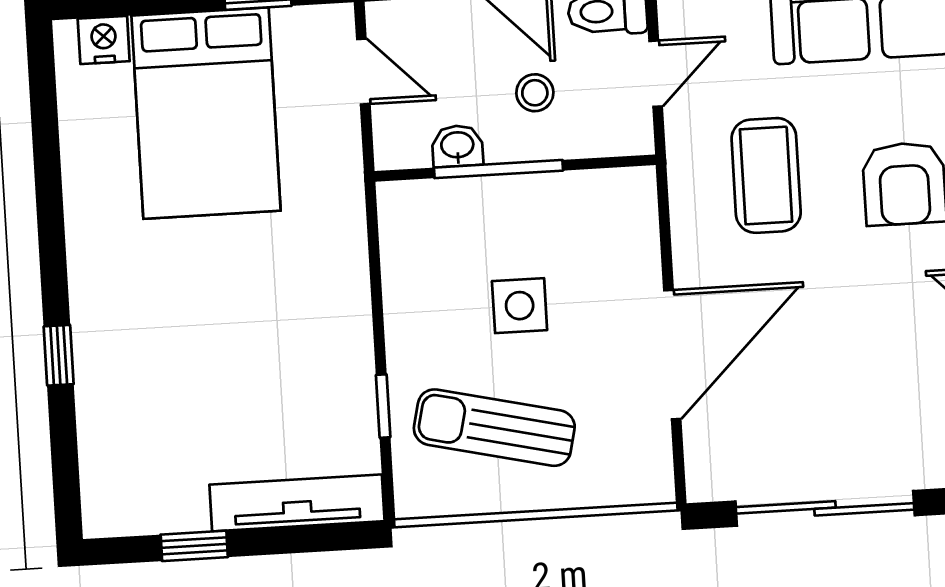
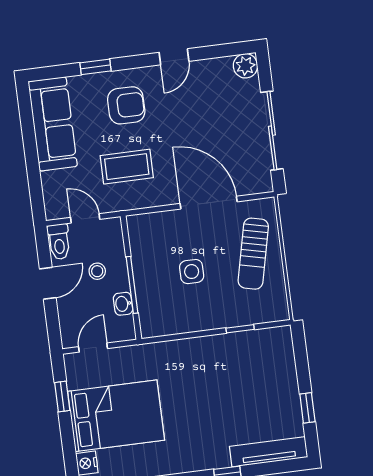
sun lounger: (494, 428) -> (253, 254), moved
tv unit: (297, 503) -> (269, 452), moved, turned 90

